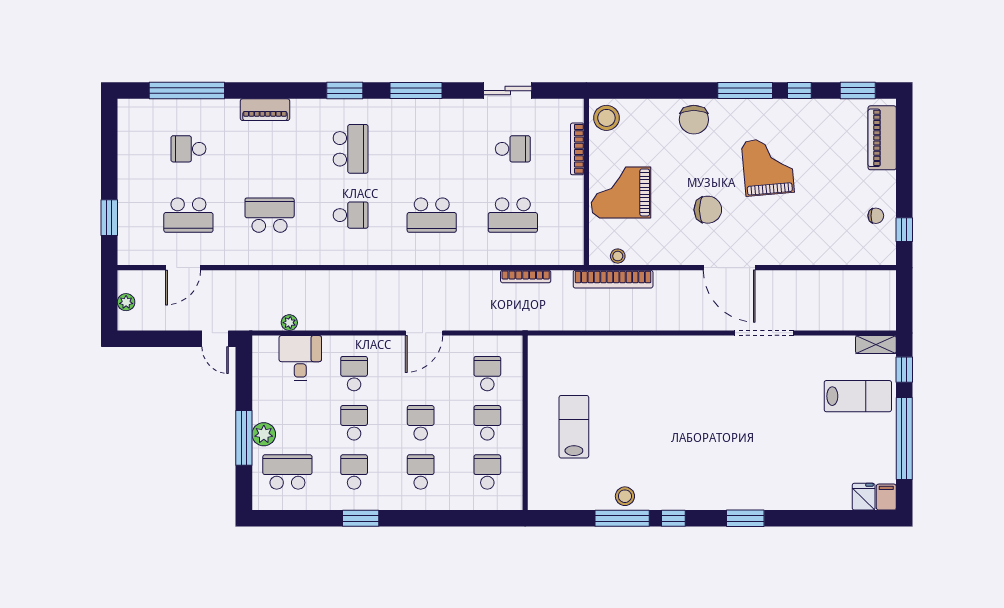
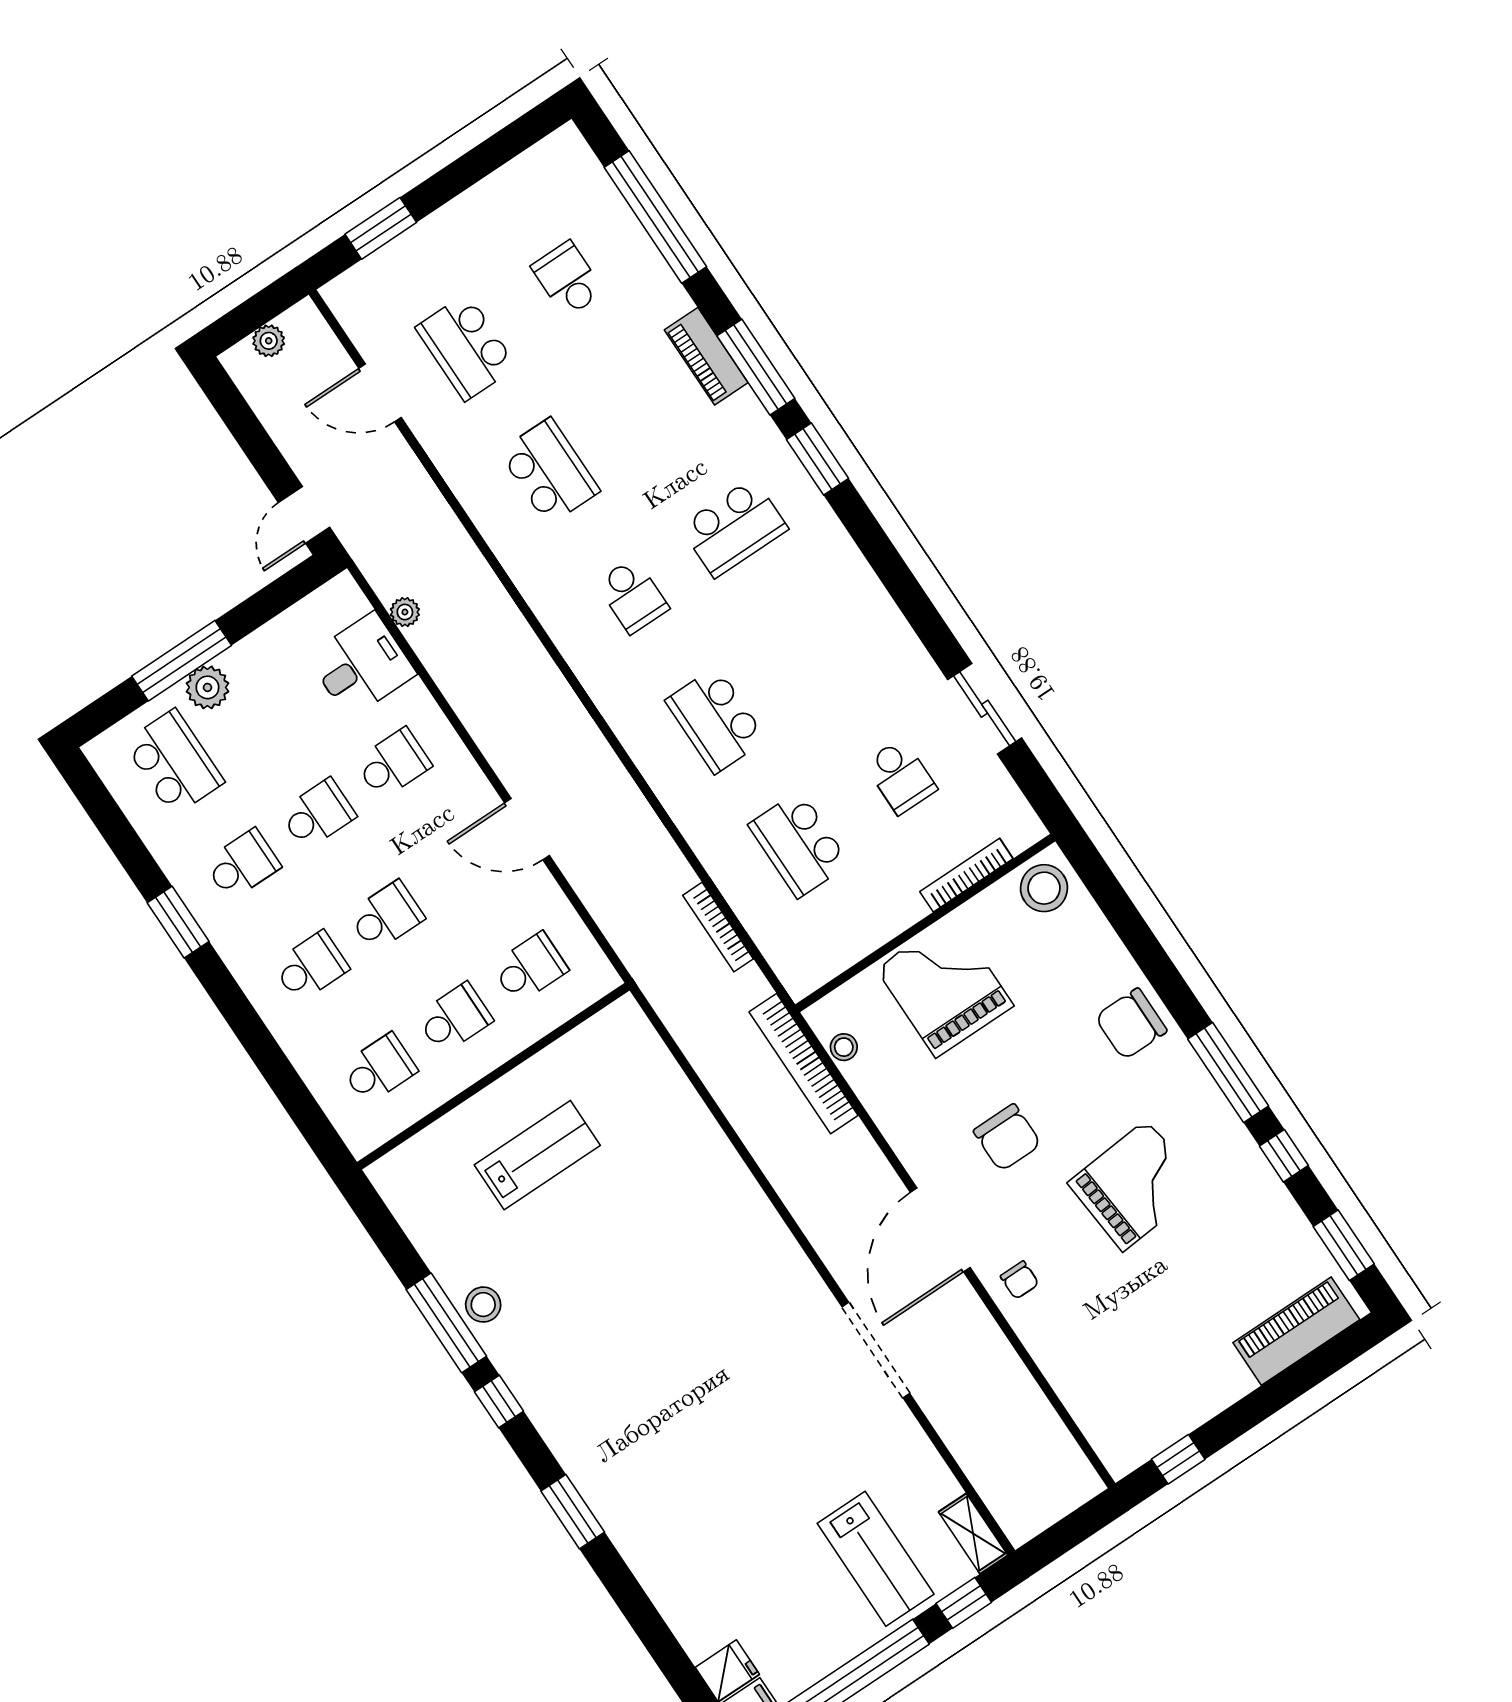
window: (416, 91) -> (756, 367), moved
chair: (876, 216) -> (1020, 1280), moved

